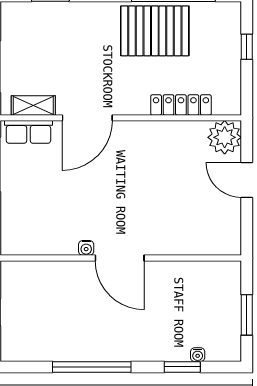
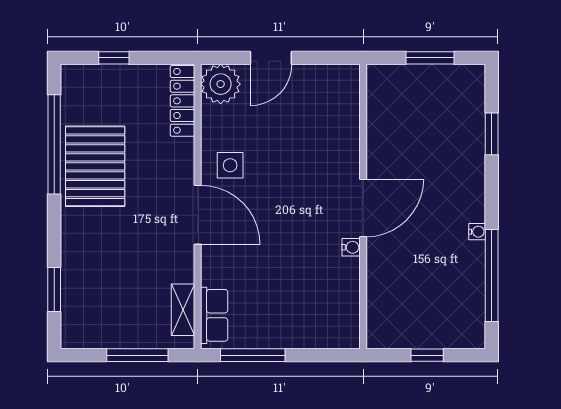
locker: (181, 105) -> (183, 101), moved
door: (87, 118) -> (198, 215), moved
side table: (156, 145) -> (230, 165), added
water cooler: (198, 355) -> (477, 232), moved
window: (92, 367) -> (492, 275), moved

